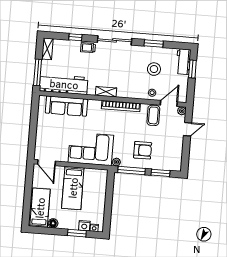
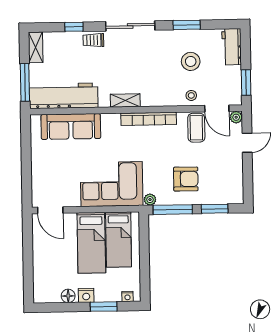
window: (192, 69) -> (246, 83), moved
door: (169, 103) -> (217, 108), swing flipped
bed: (40, 208) -> (119, 240), moved, turned 180
nightstand: (84, 226) -> (86, 295), moved

